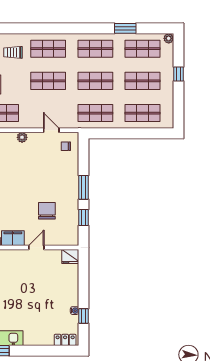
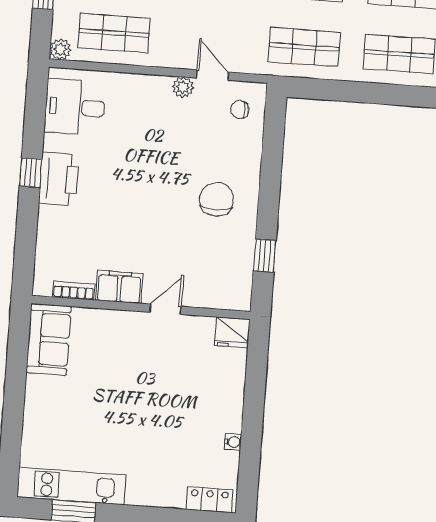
plant: (22, 137) -> (183, 87), moved
window: (83, 187) -> (269, 195), removed
chair: (47, 211) -> (217, 199), moved
window: (83, 316) -> (250, 454), removed

